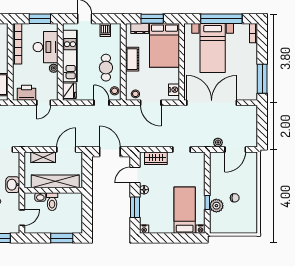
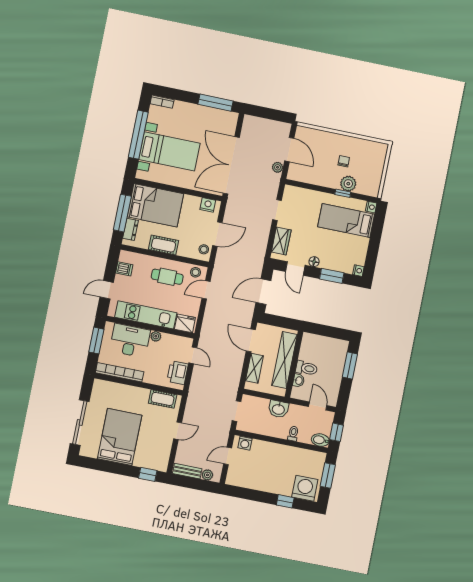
window: (152, 19) -> (122, 213), width x1.44

